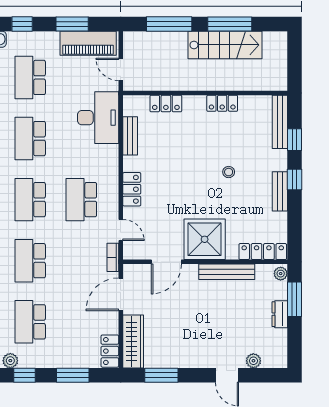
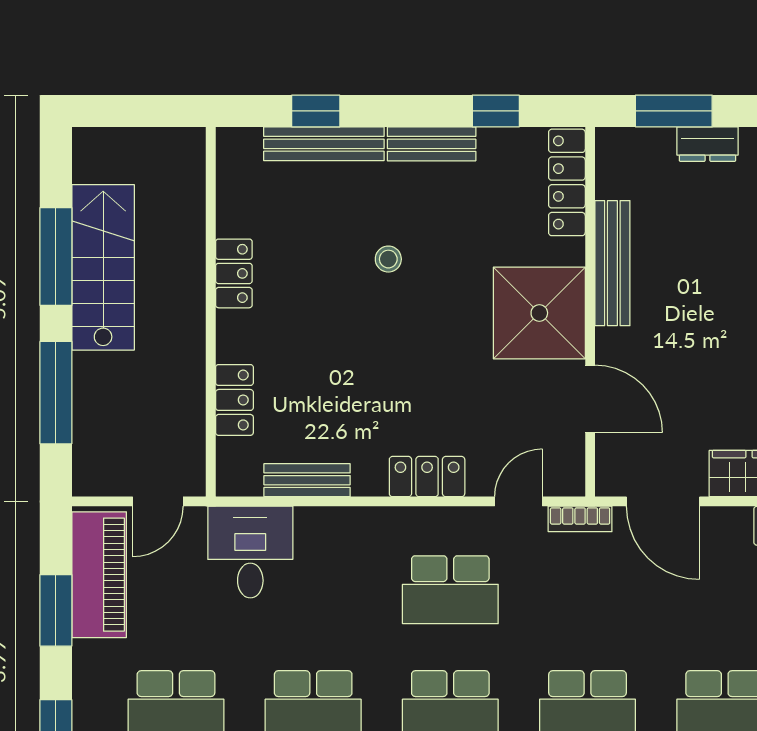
desk: (98, 118) -> (250, 552), width x0.73
bench: (280, 122) -> (324, 144), moved
window: (295, 180) -> (496, 111), moved
plant: (281, 274) -> (616, 142), removed

